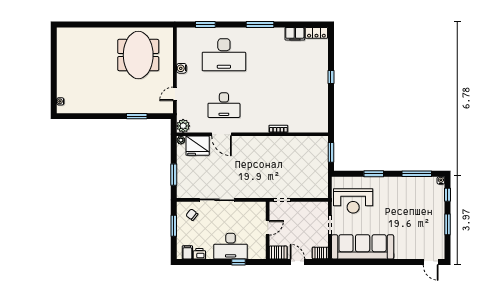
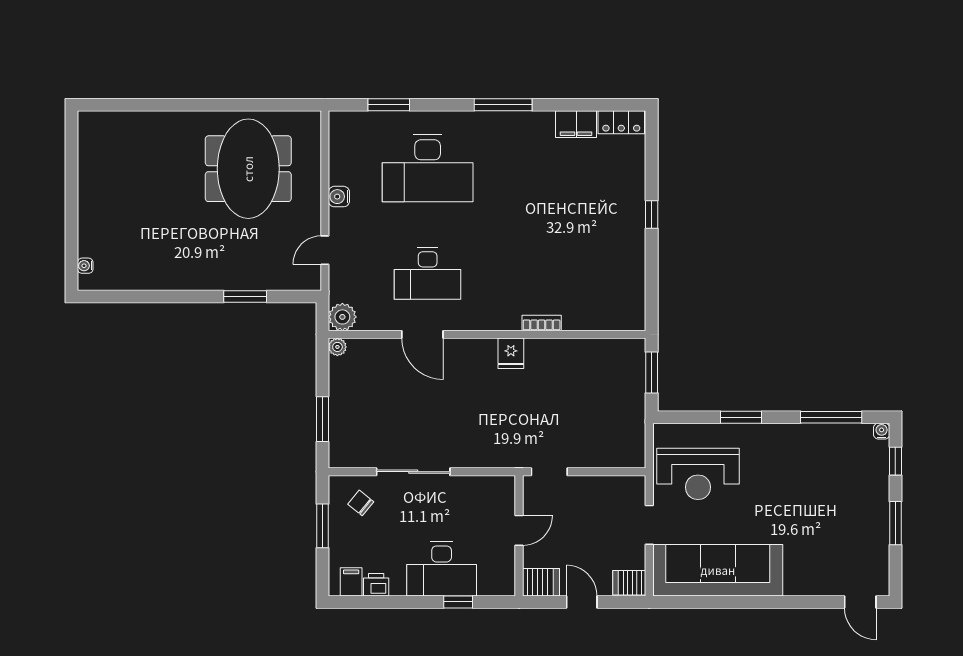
fridge: (198, 146) -> (511, 353), moved, width x0.53, depth x0.75

